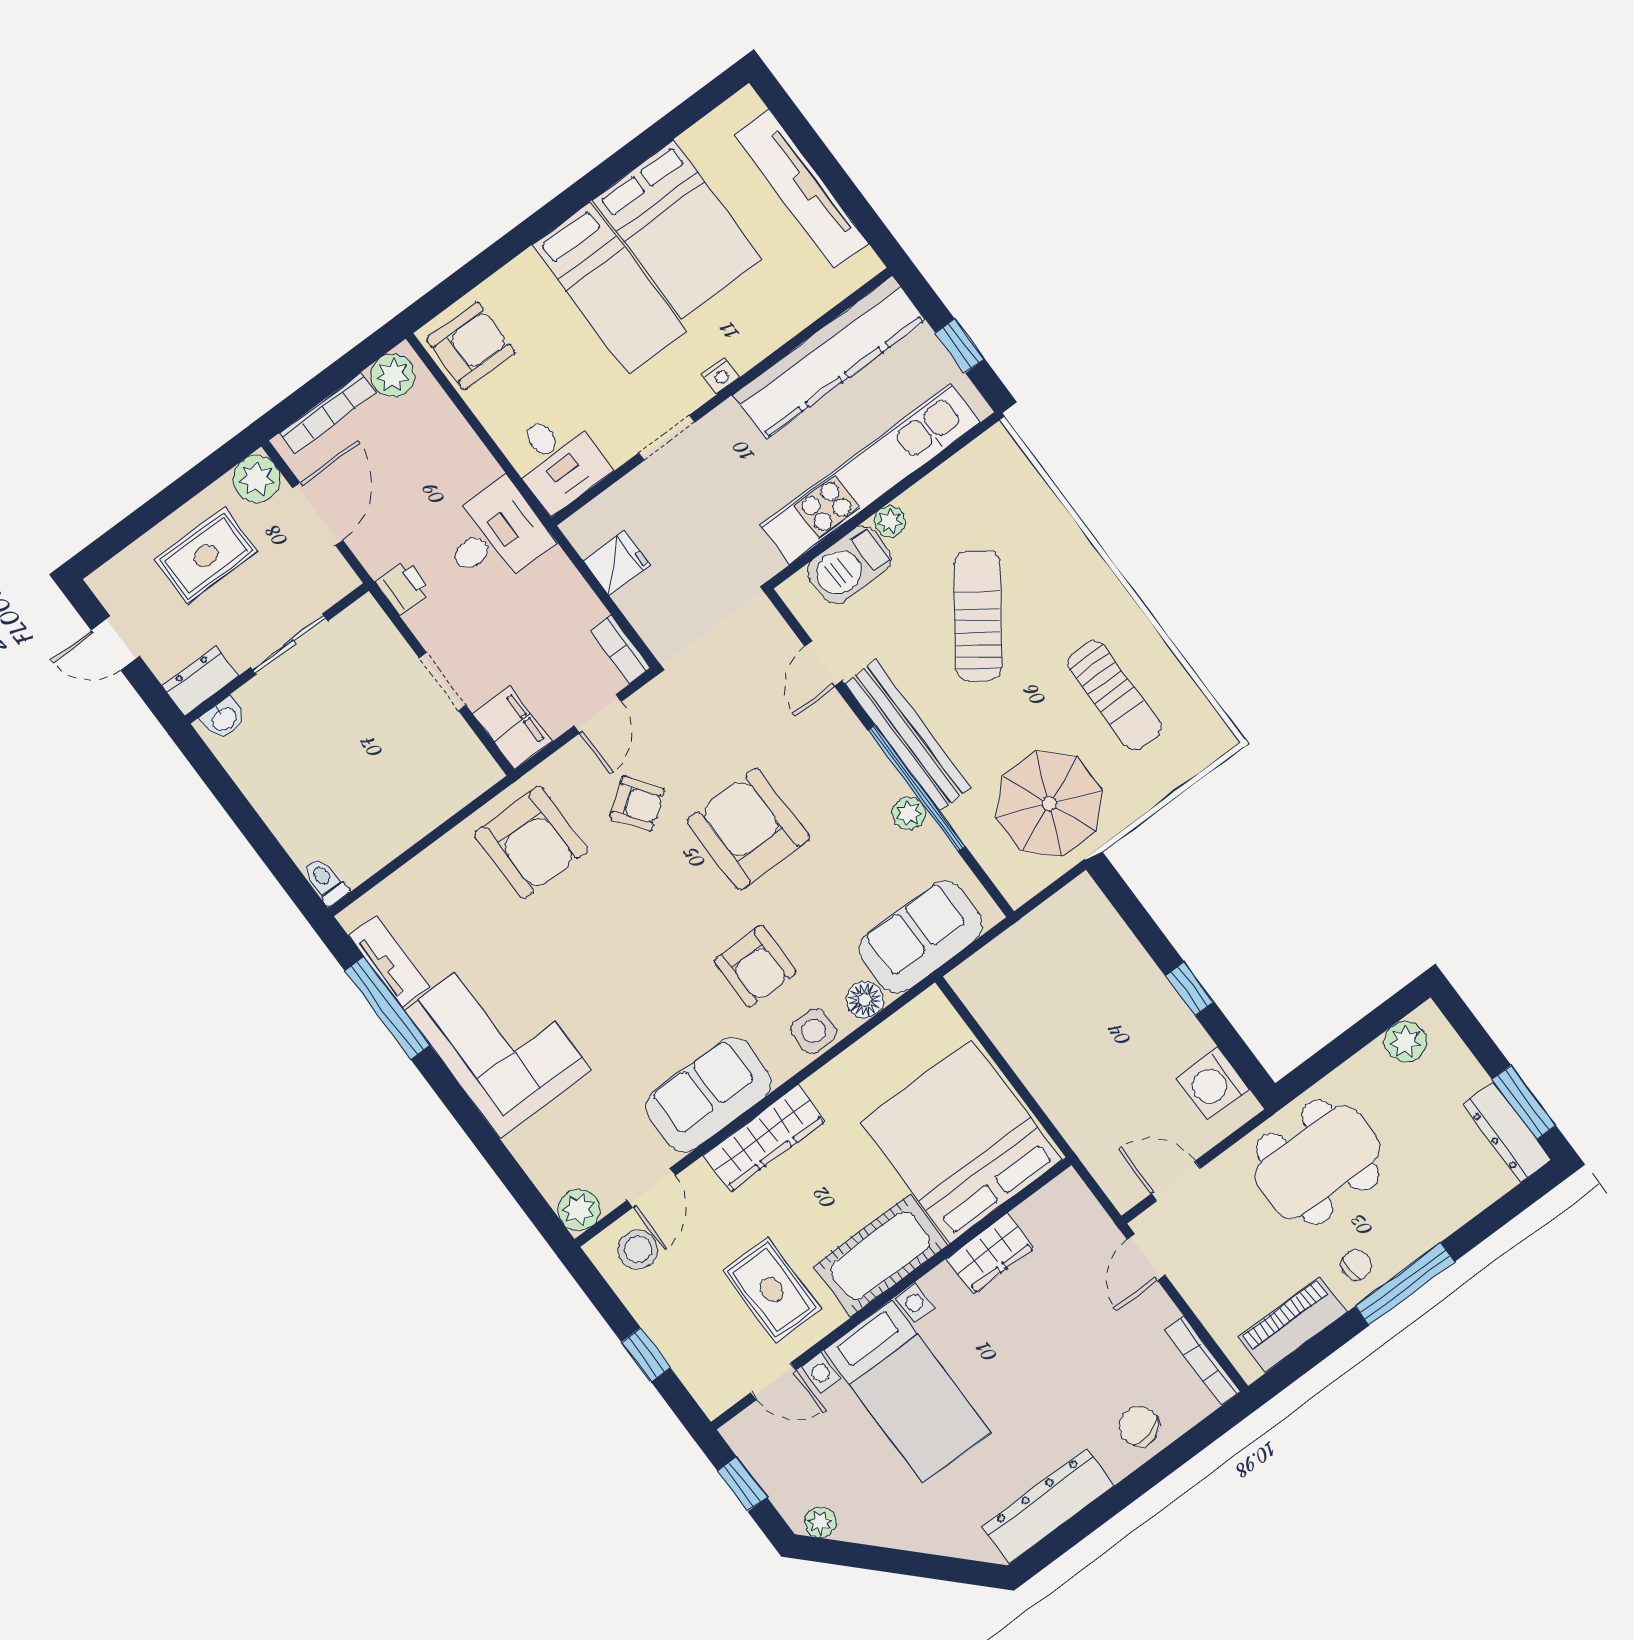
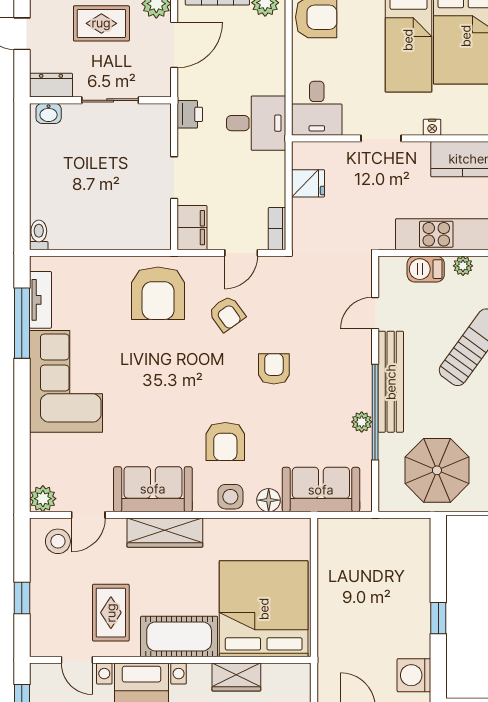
barbecue: (849, 565) -> (426, 269), width x0.73, depth x0.79
armchair: (748, 829) -> (274, 369), width x0.53, depth x0.53

